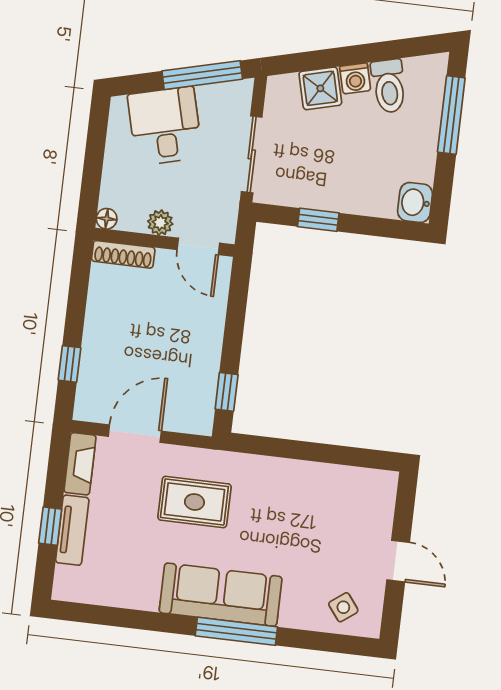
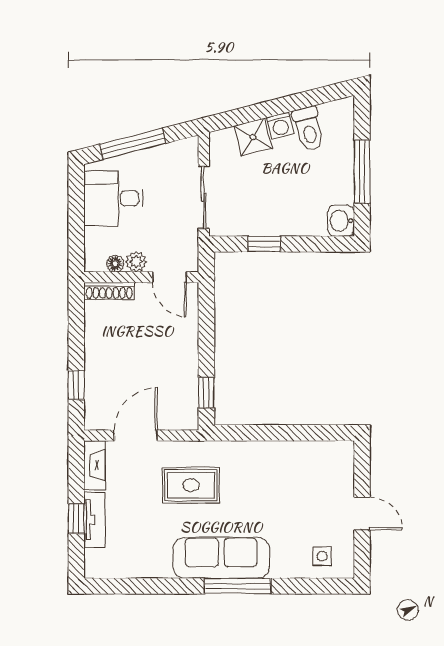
window: (202, 75) -> (133, 144), moved
window: (451, 115) -> (362, 172), moved
desk: (165, 126) -> (113, 198), moved, turned -76
floor lamp: (107, 219) -> (115, 264), moved
side table: (343, 607) -> (322, 556), turned 37

